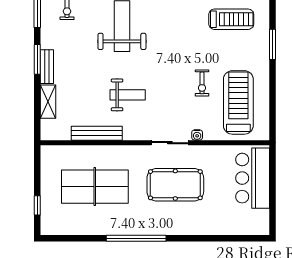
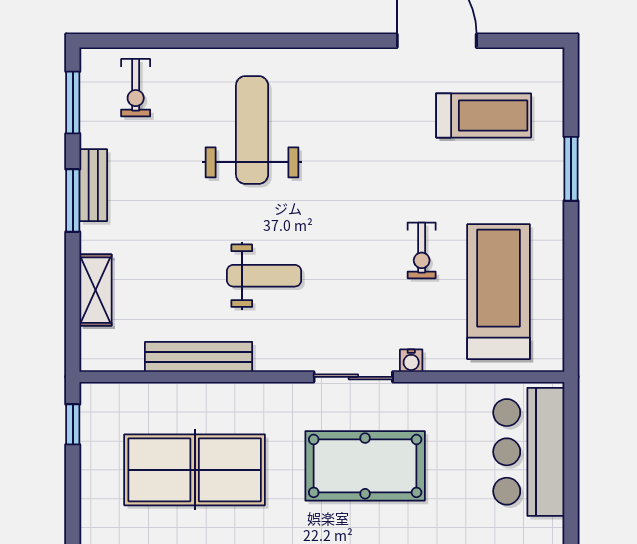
bench: (47, 67) -> (93, 185), moved
window: (37, 205) -> (73, 424), moved

